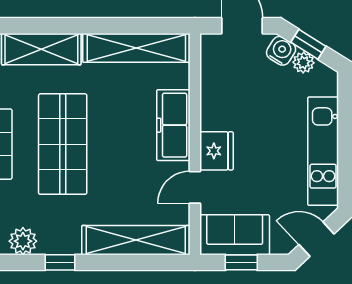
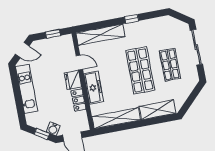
plant: (303, 63) -> (42, 126), removed
locker: (213, 104) -> (78, 100), added
door: (195, 187) -> (79, 62), hinge flipped
sofa: (235, 235) -> (58, 45), removed
plant: (23, 241) -> (149, 25), removed

